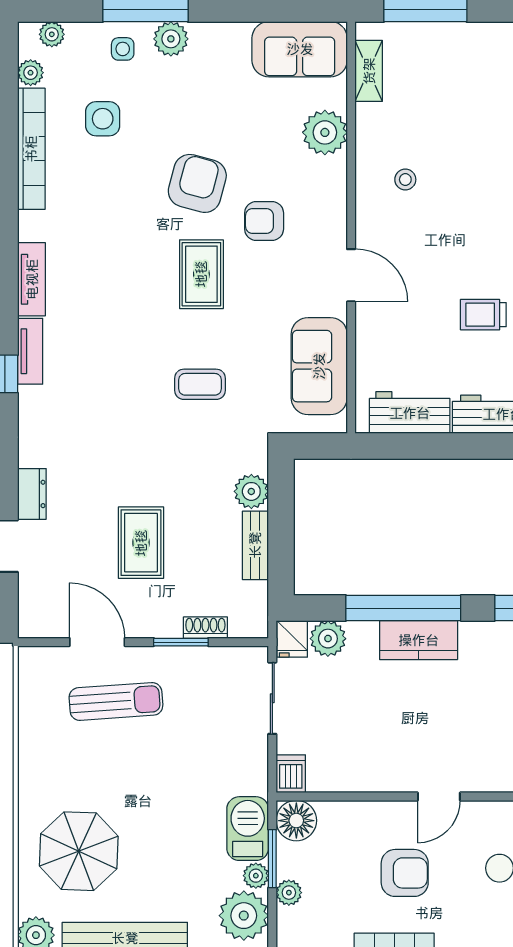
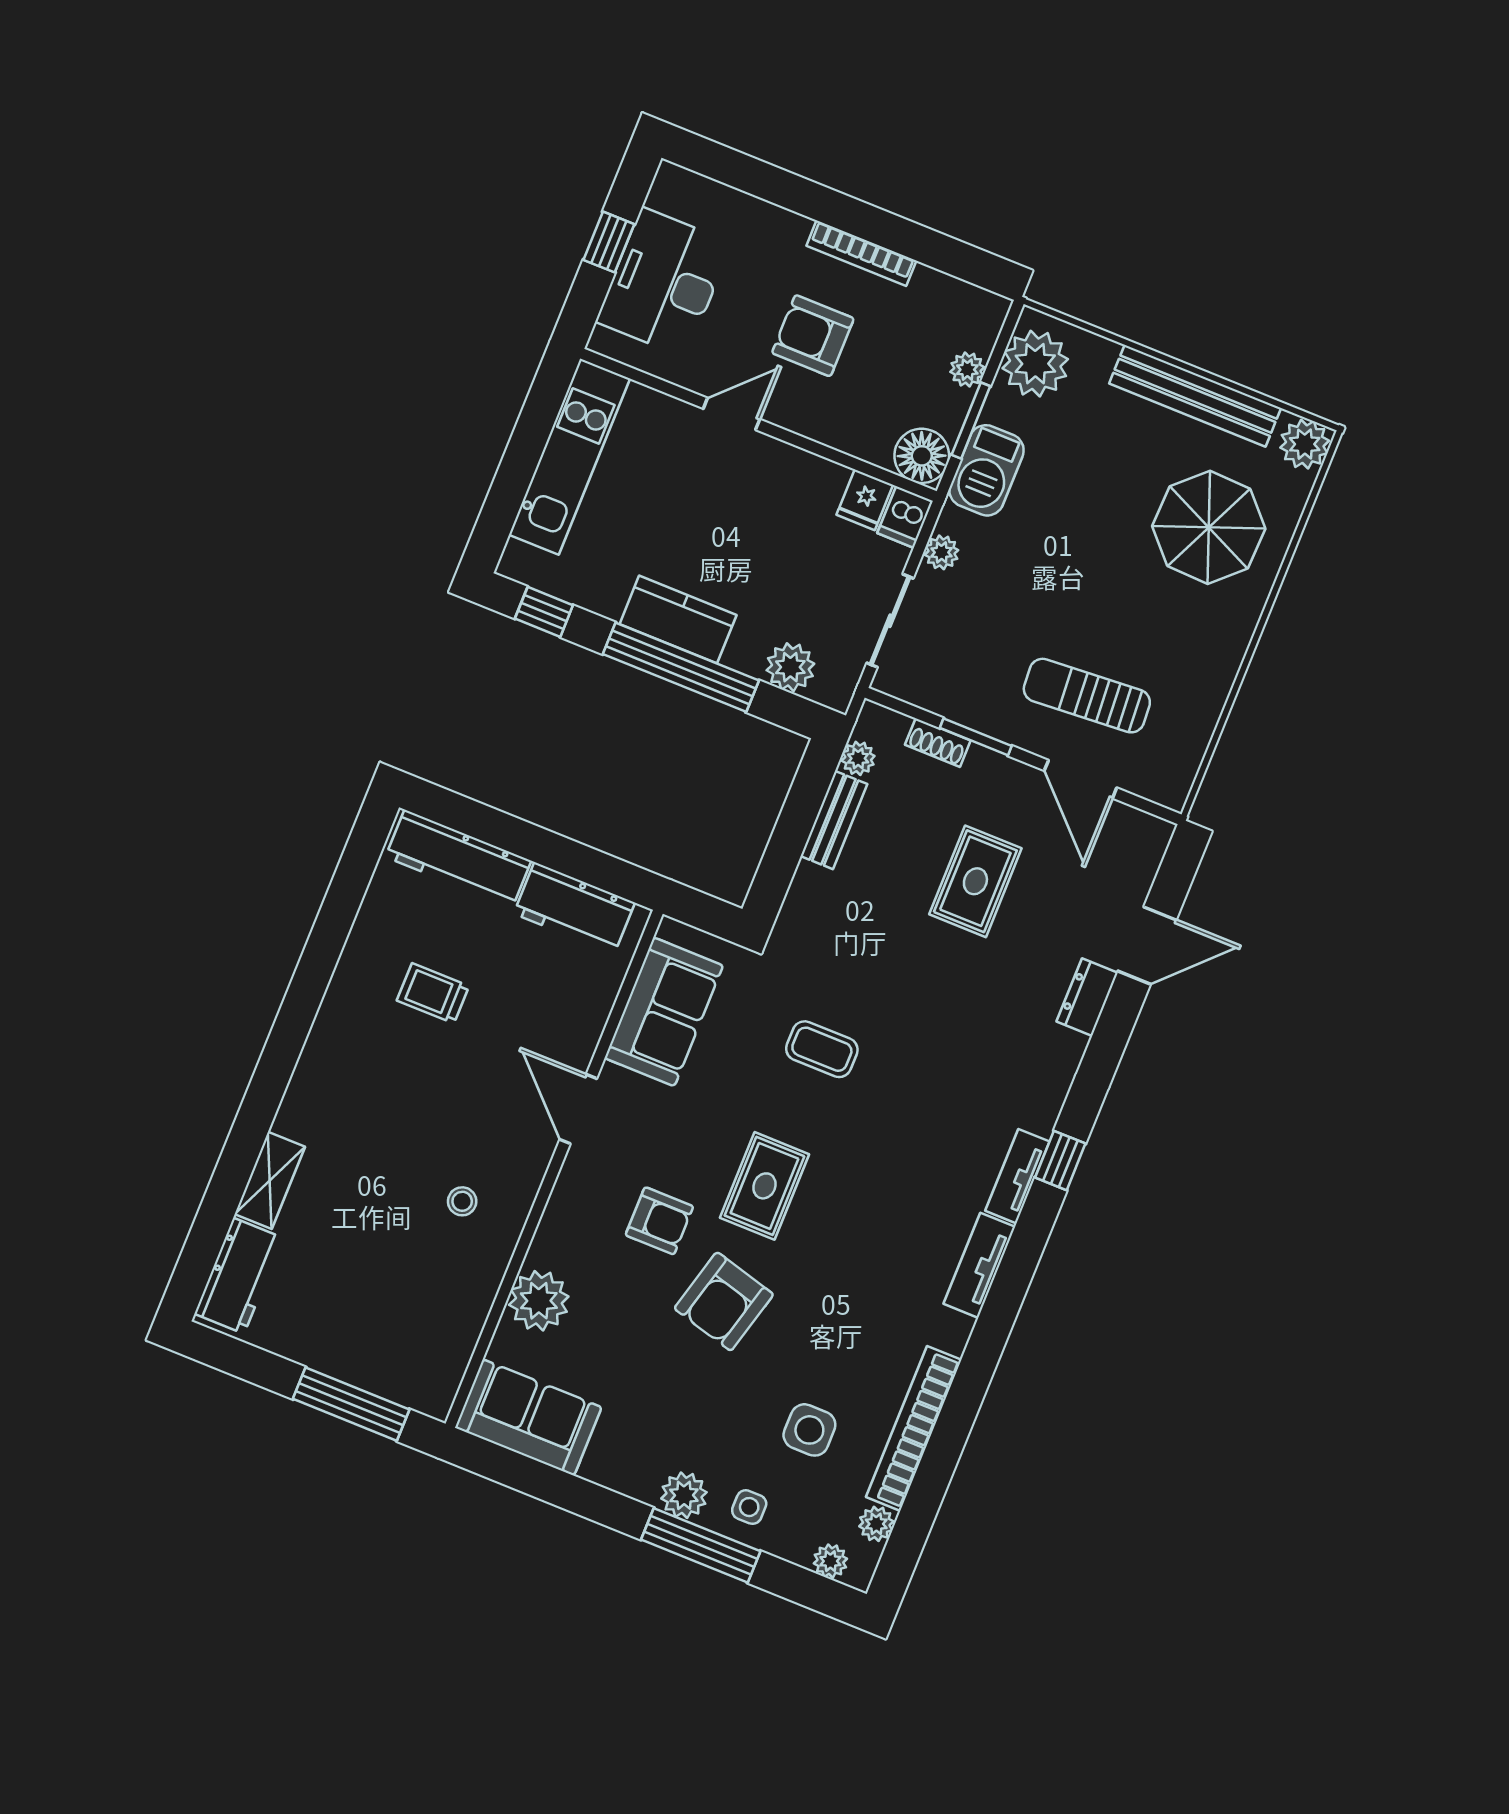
shelving: (369, 71) -> (453, 1356), removed
trolley: (483, 315) -> (433, 993), turned 180
plant: (251, 491) -> (858, 758), moved, width x0.73, depth x0.73
fridge: (292, 639) -> (865, 500), moved, turned 180
plant: (256, 876) -> (942, 552), moved

